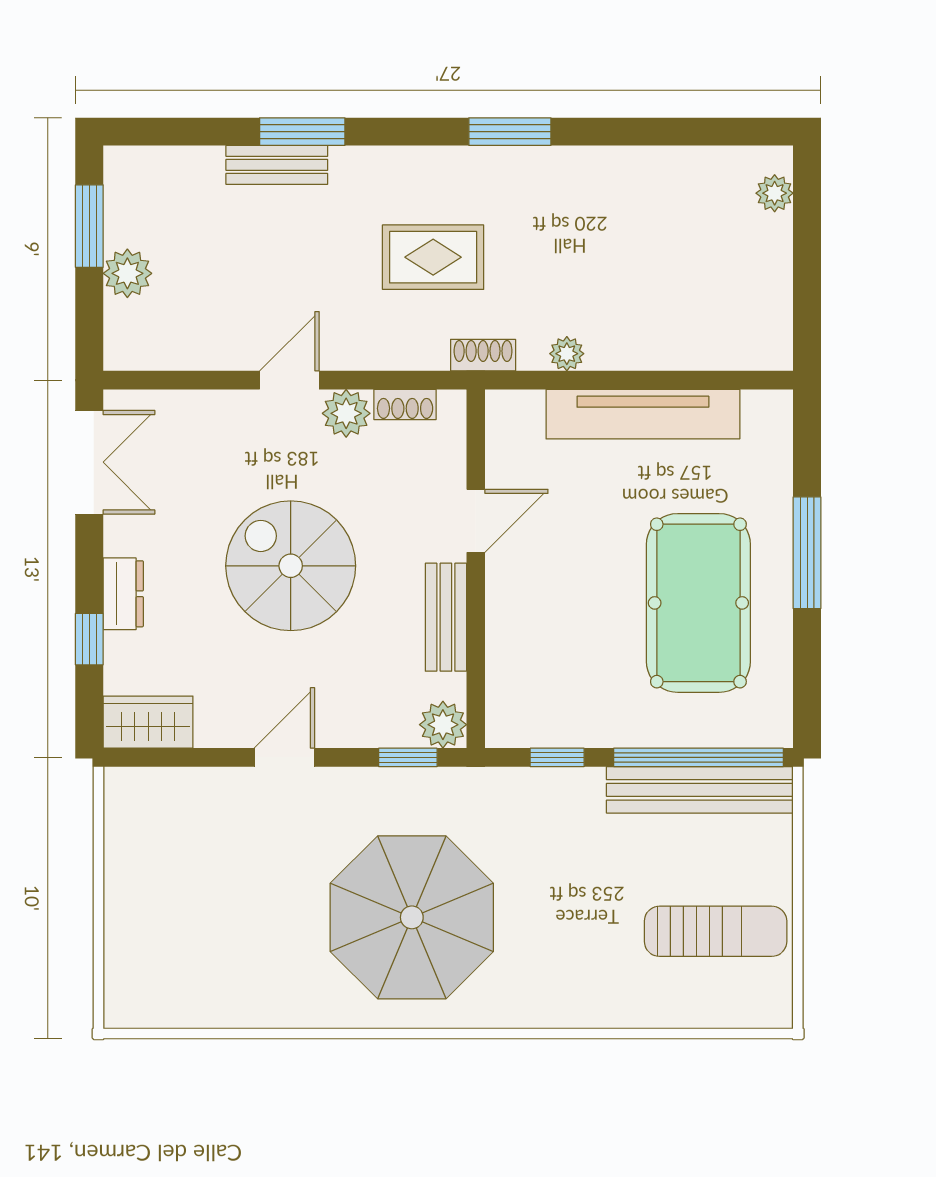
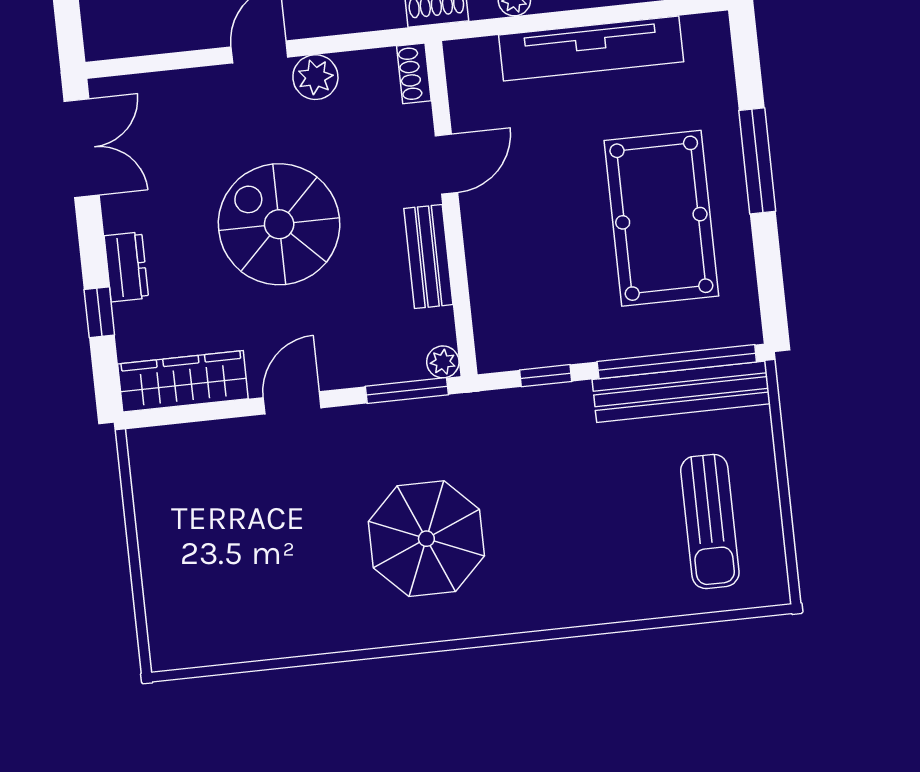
shoe rack: (405, 404) -> (414, 73), moved, turned 90
wardrobe: (148, 722) -> (183, 381), width x1.50
plant: (443, 725) -> (443, 362), width x0.73, depth x0.73
window: (408, 757) -> (407, 391), width x1.50
parasol: (412, 917) -> (426, 539), width x0.73, depth x0.73
sun lounger: (716, 931) -> (710, 521), turned 90

